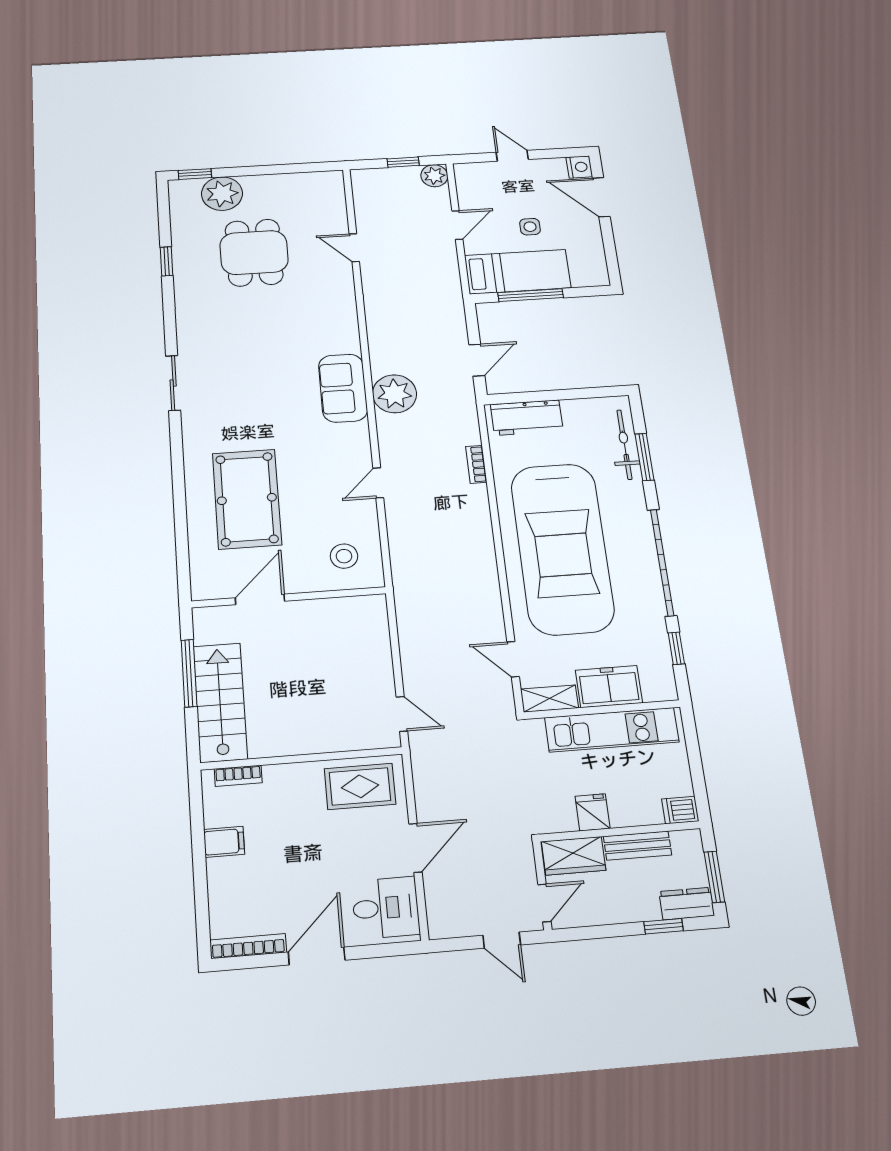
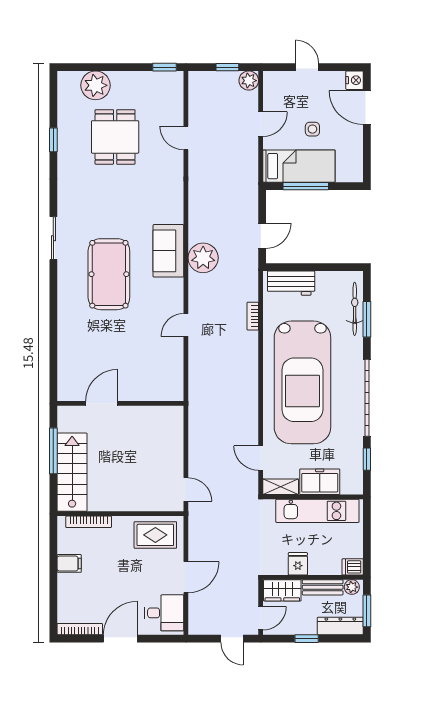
window: (195, 174) -> (164, 67), moved
pool table: (247, 499) -> (109, 274), moved
stool: (344, 556) -> (159, 377), removed
bookcase: (238, 776) -> (89, 522), width x1.56
plant: (684, 841) -> (352, 587), added
dresser: (687, 904) -> (340, 626), width x1.44
window: (664, 926) -> (307, 639), moved

